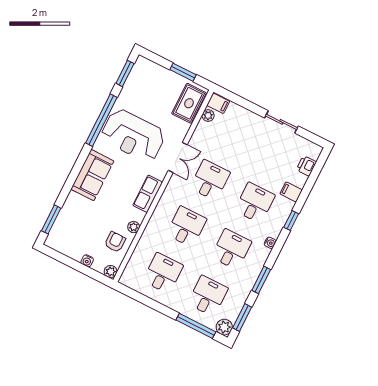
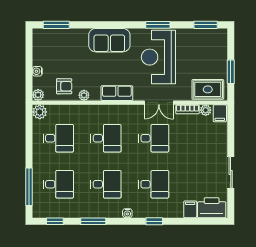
window: (101, 120) -> (158, 25), width x0.47
bookcase: (198, 133) -> (188, 109), added
printer: (306, 166) -> (212, 208), width x1.87, depth x1.48
filing cabinet: (291, 192) -> (190, 209), moved
window: (242, 318) -> (55, 221), width x0.67
plant: (224, 327) -> (40, 112), moved

